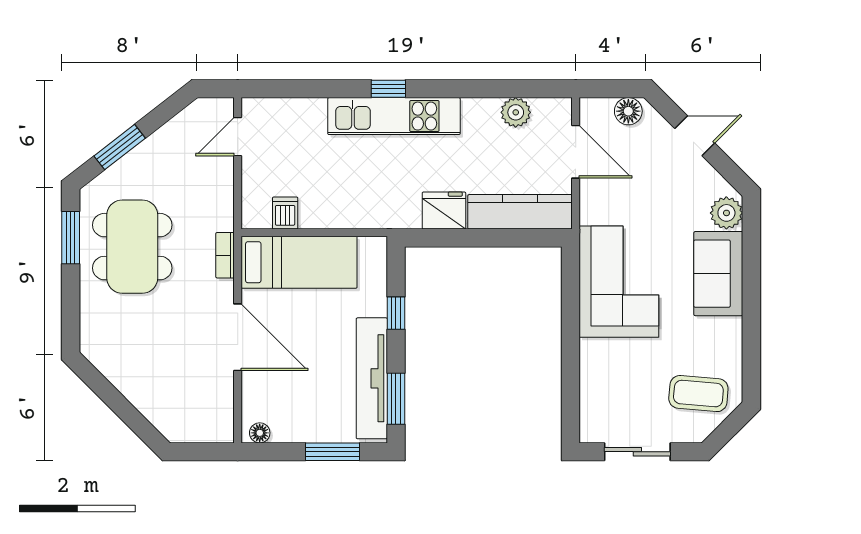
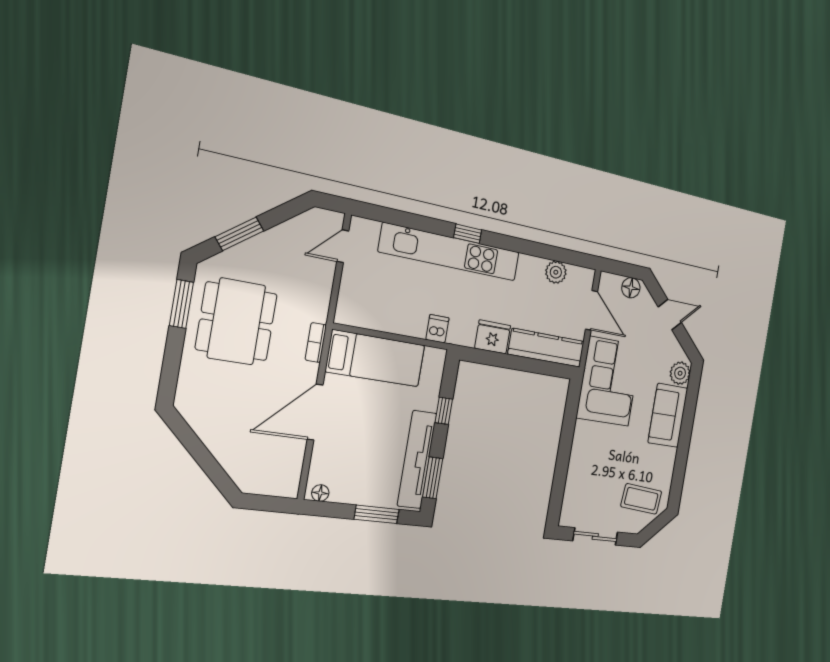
kitchen unit: (394, 116) -> (450, 252), width x1.36
dishwasher: (285, 213) -> (437, 329), moved
corner sofa: (619, 282) -> (609, 381), moved
door: (238, 337) -> (315, 412), swing flipped

